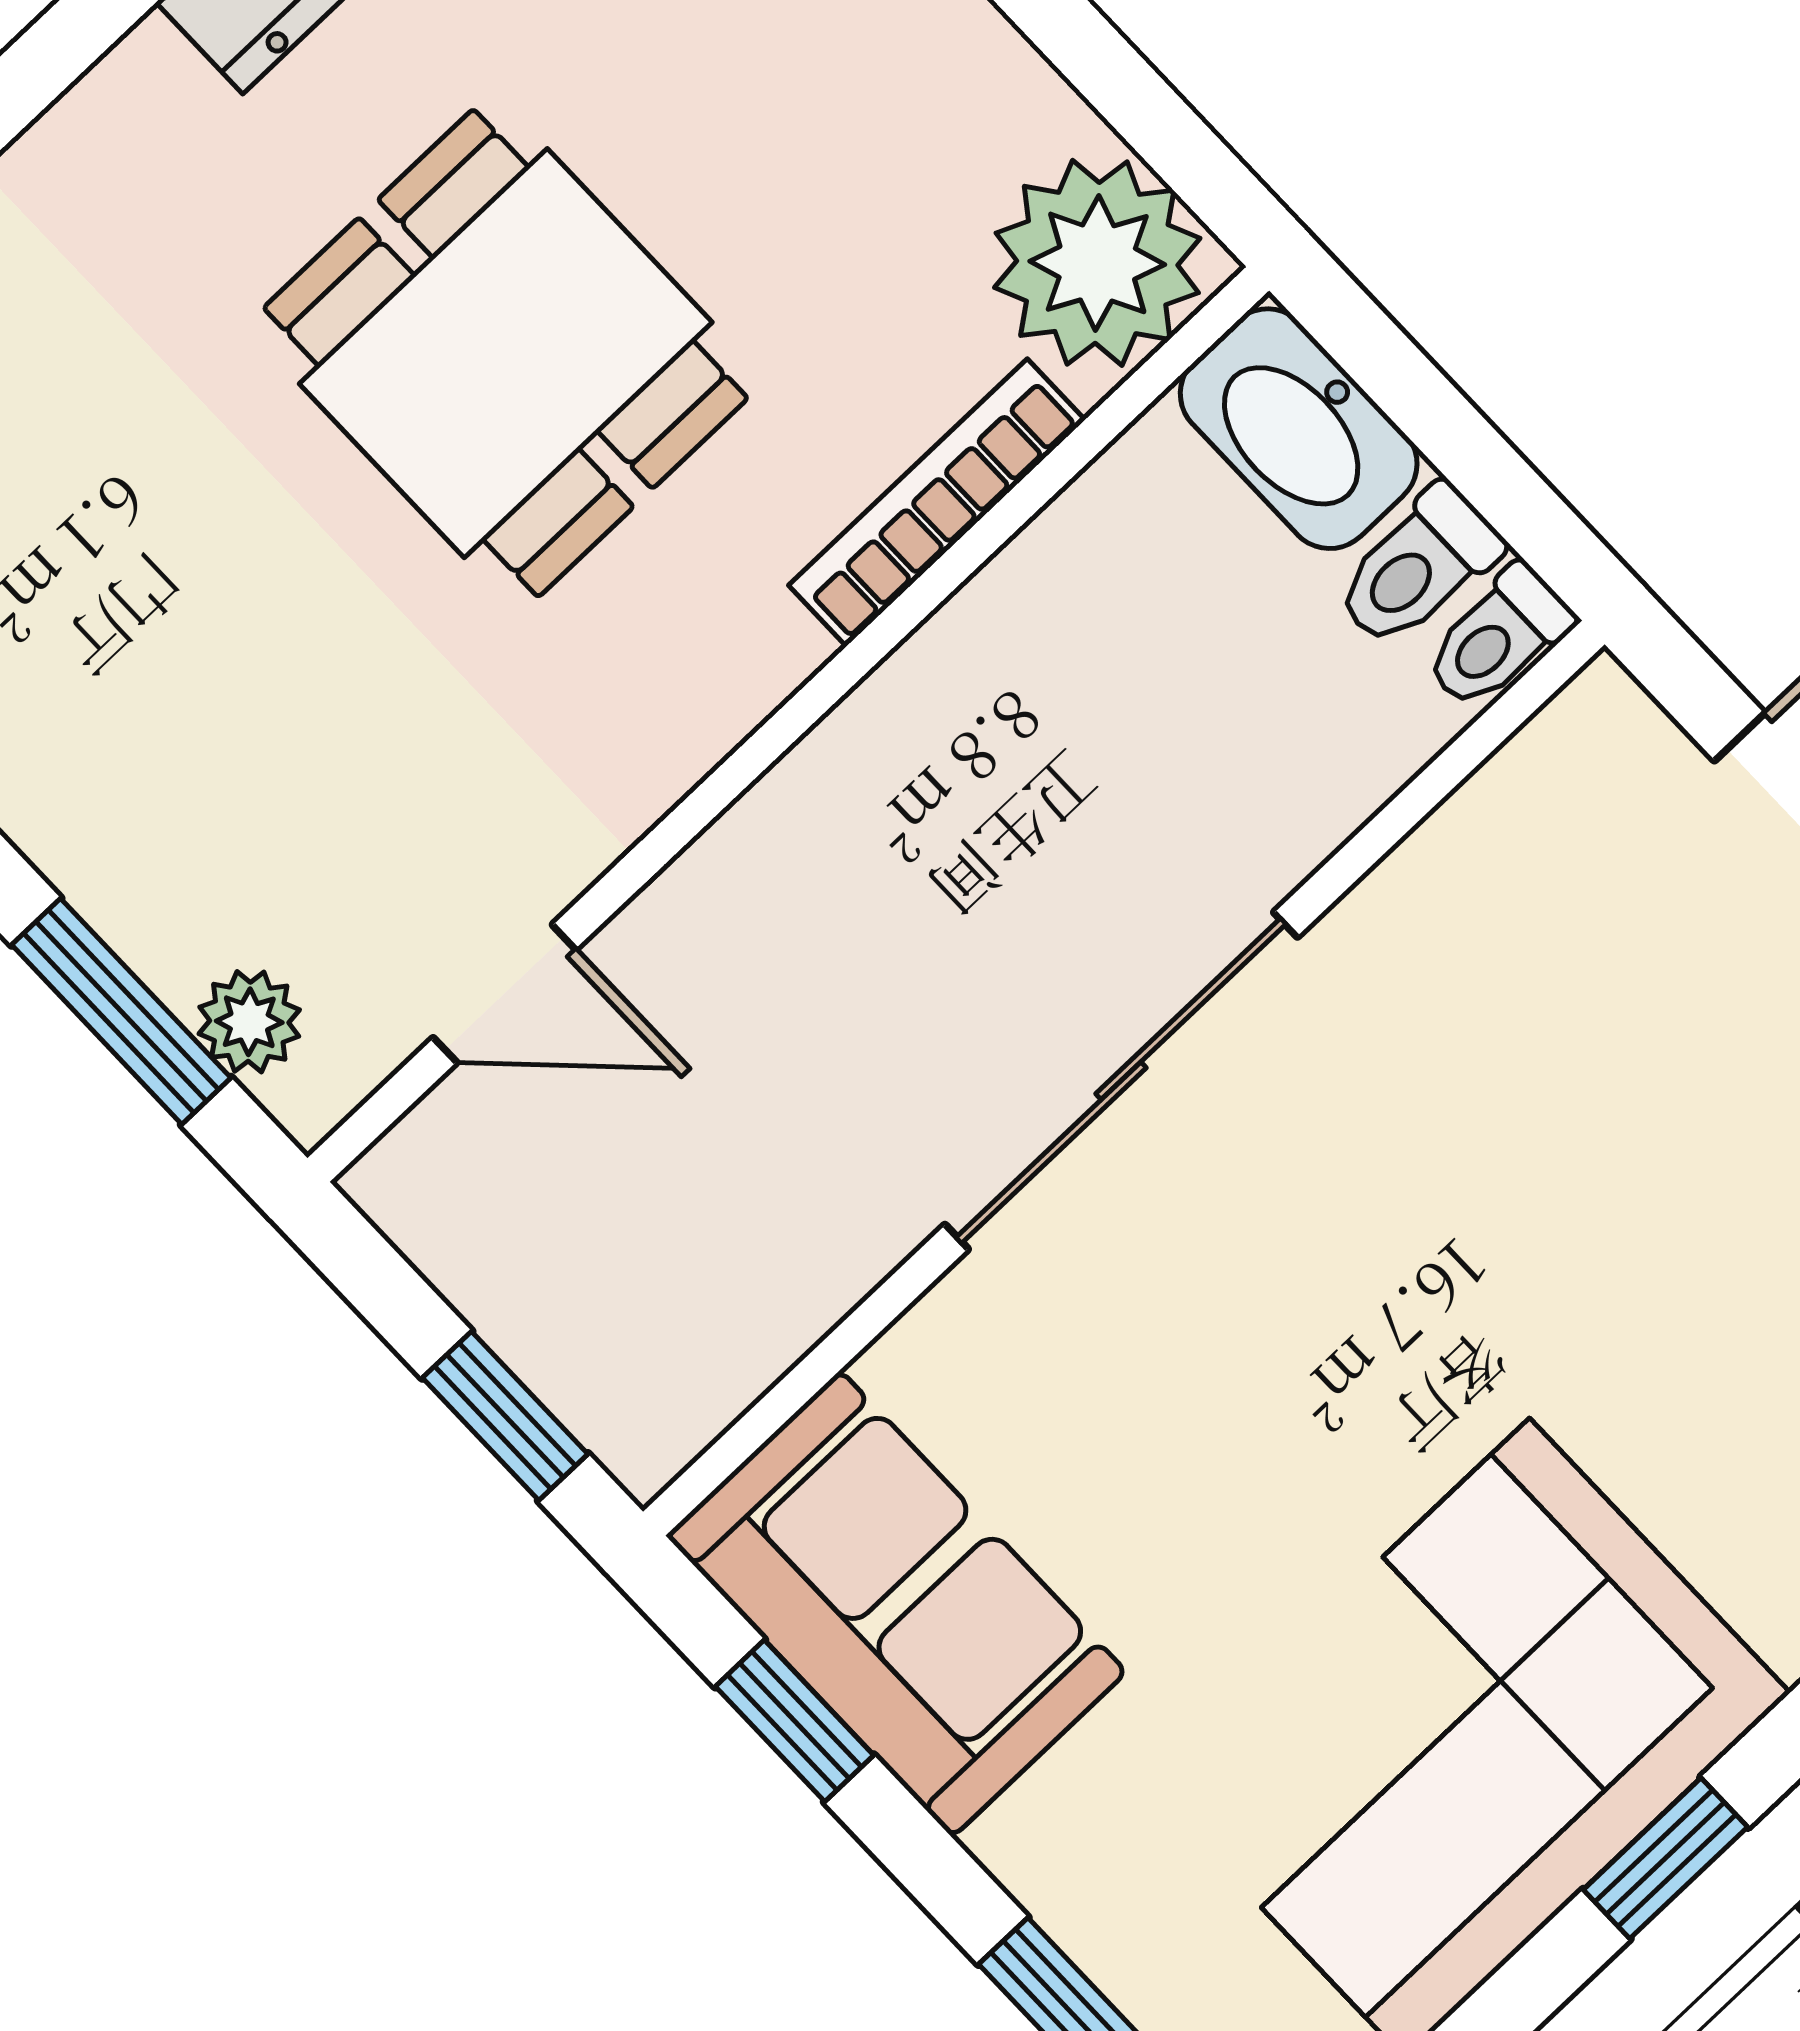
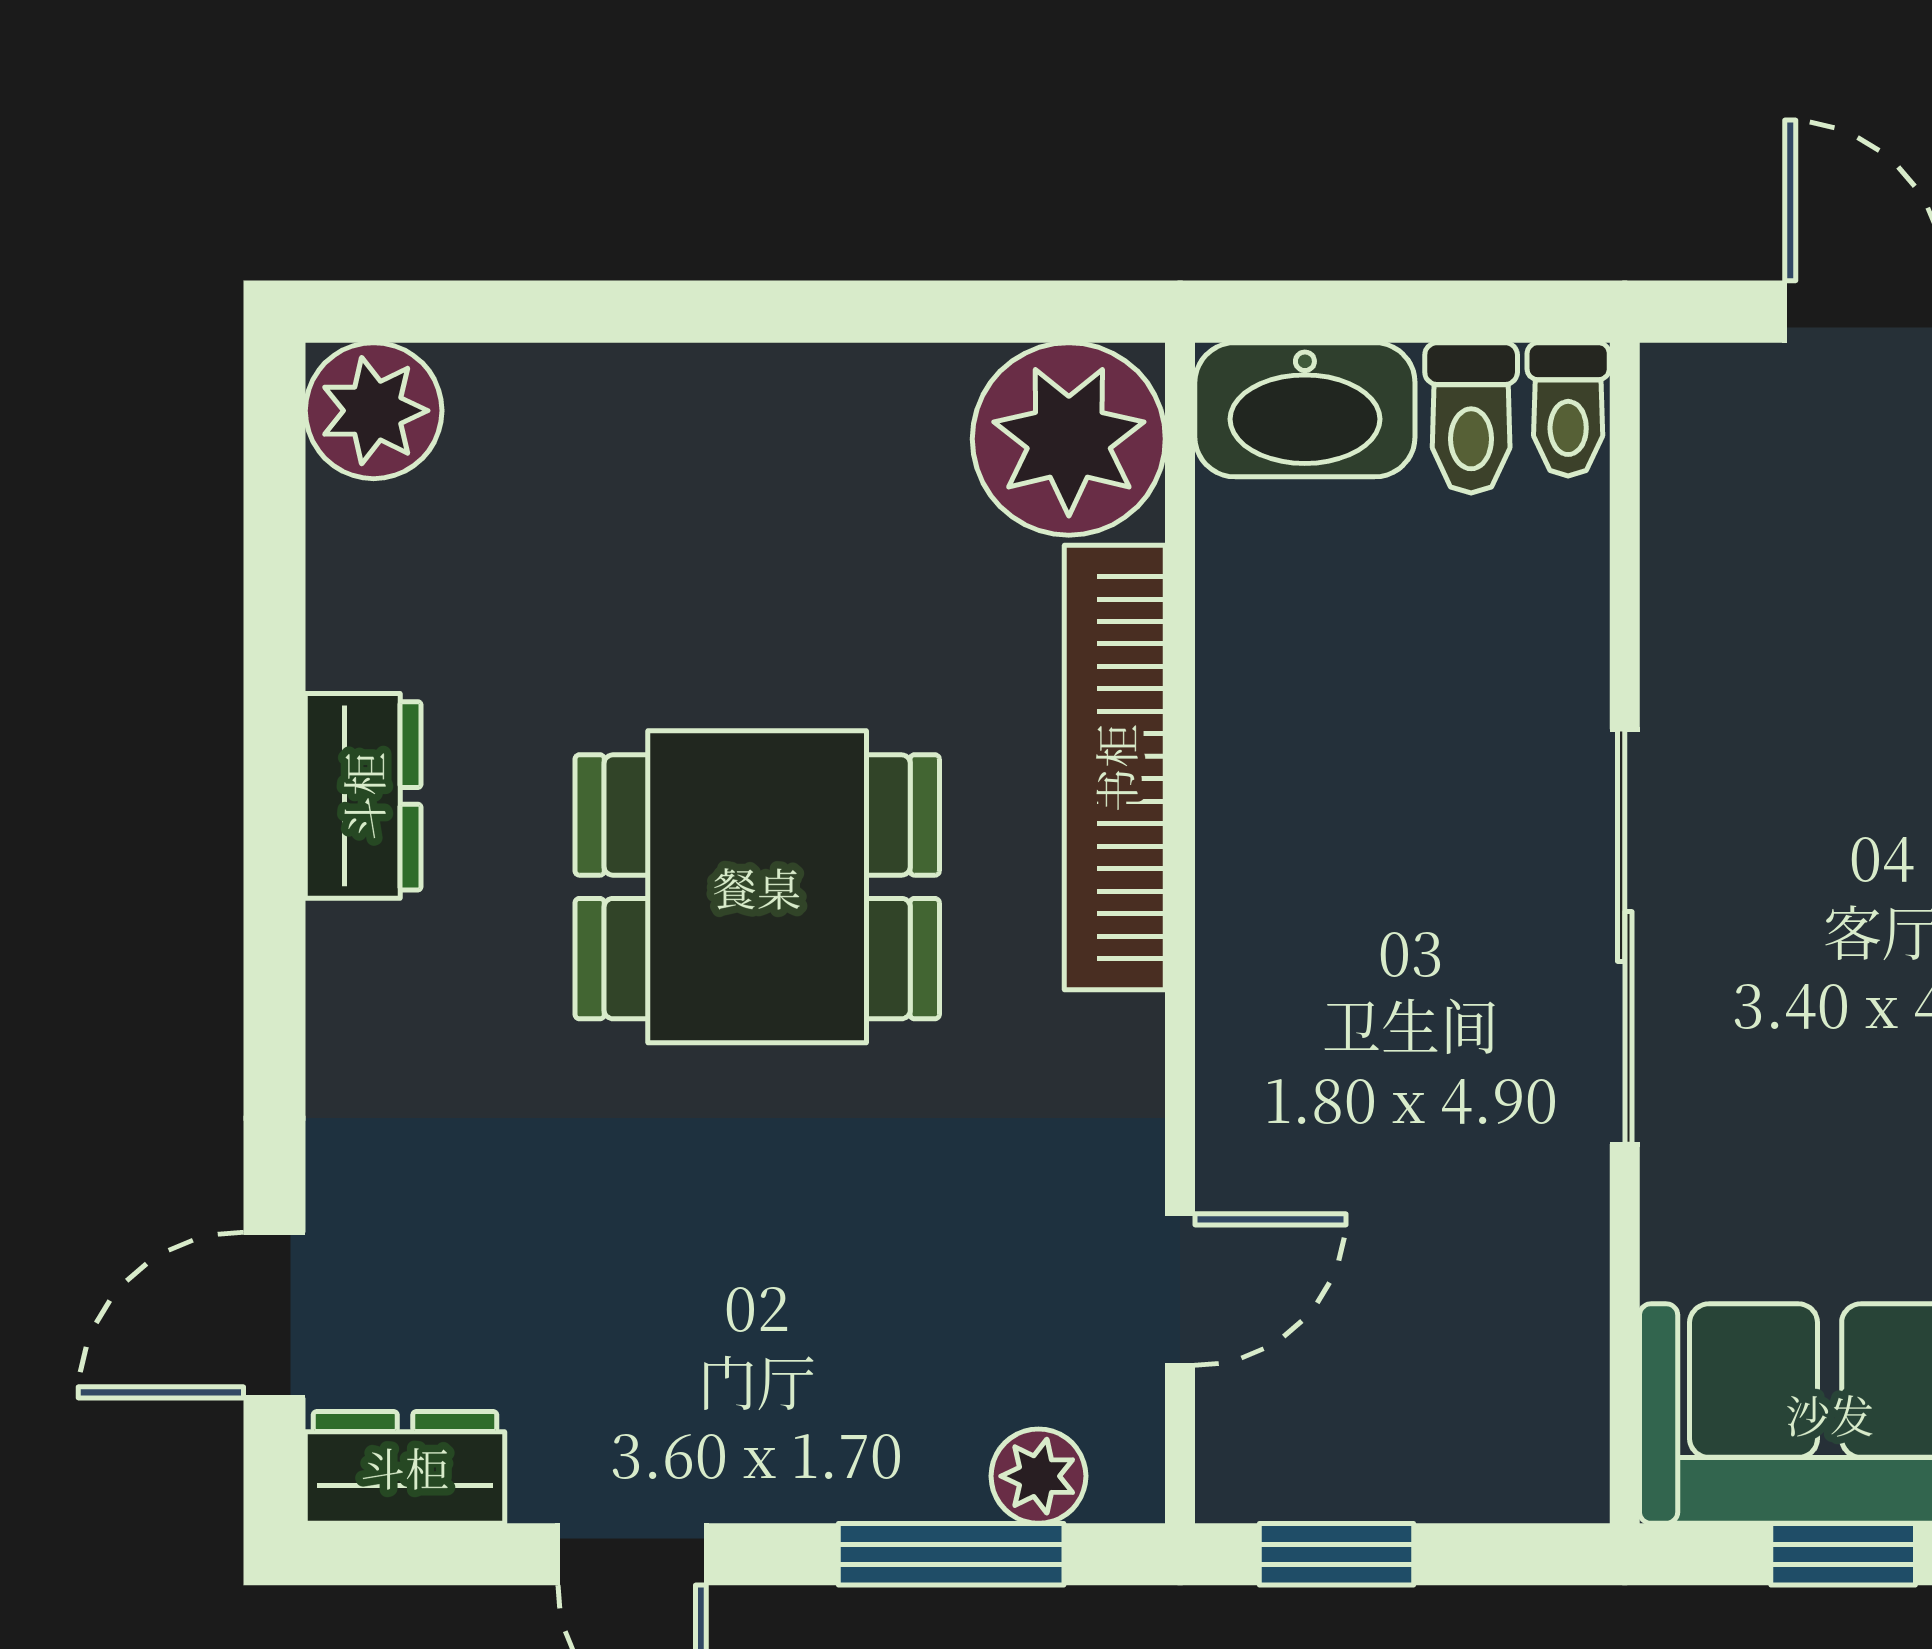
bookcase: (937, 503) -> (1115, 768), width x1.48, depth x1.31
window: (505, 1416) -> (1336, 1554), moved

